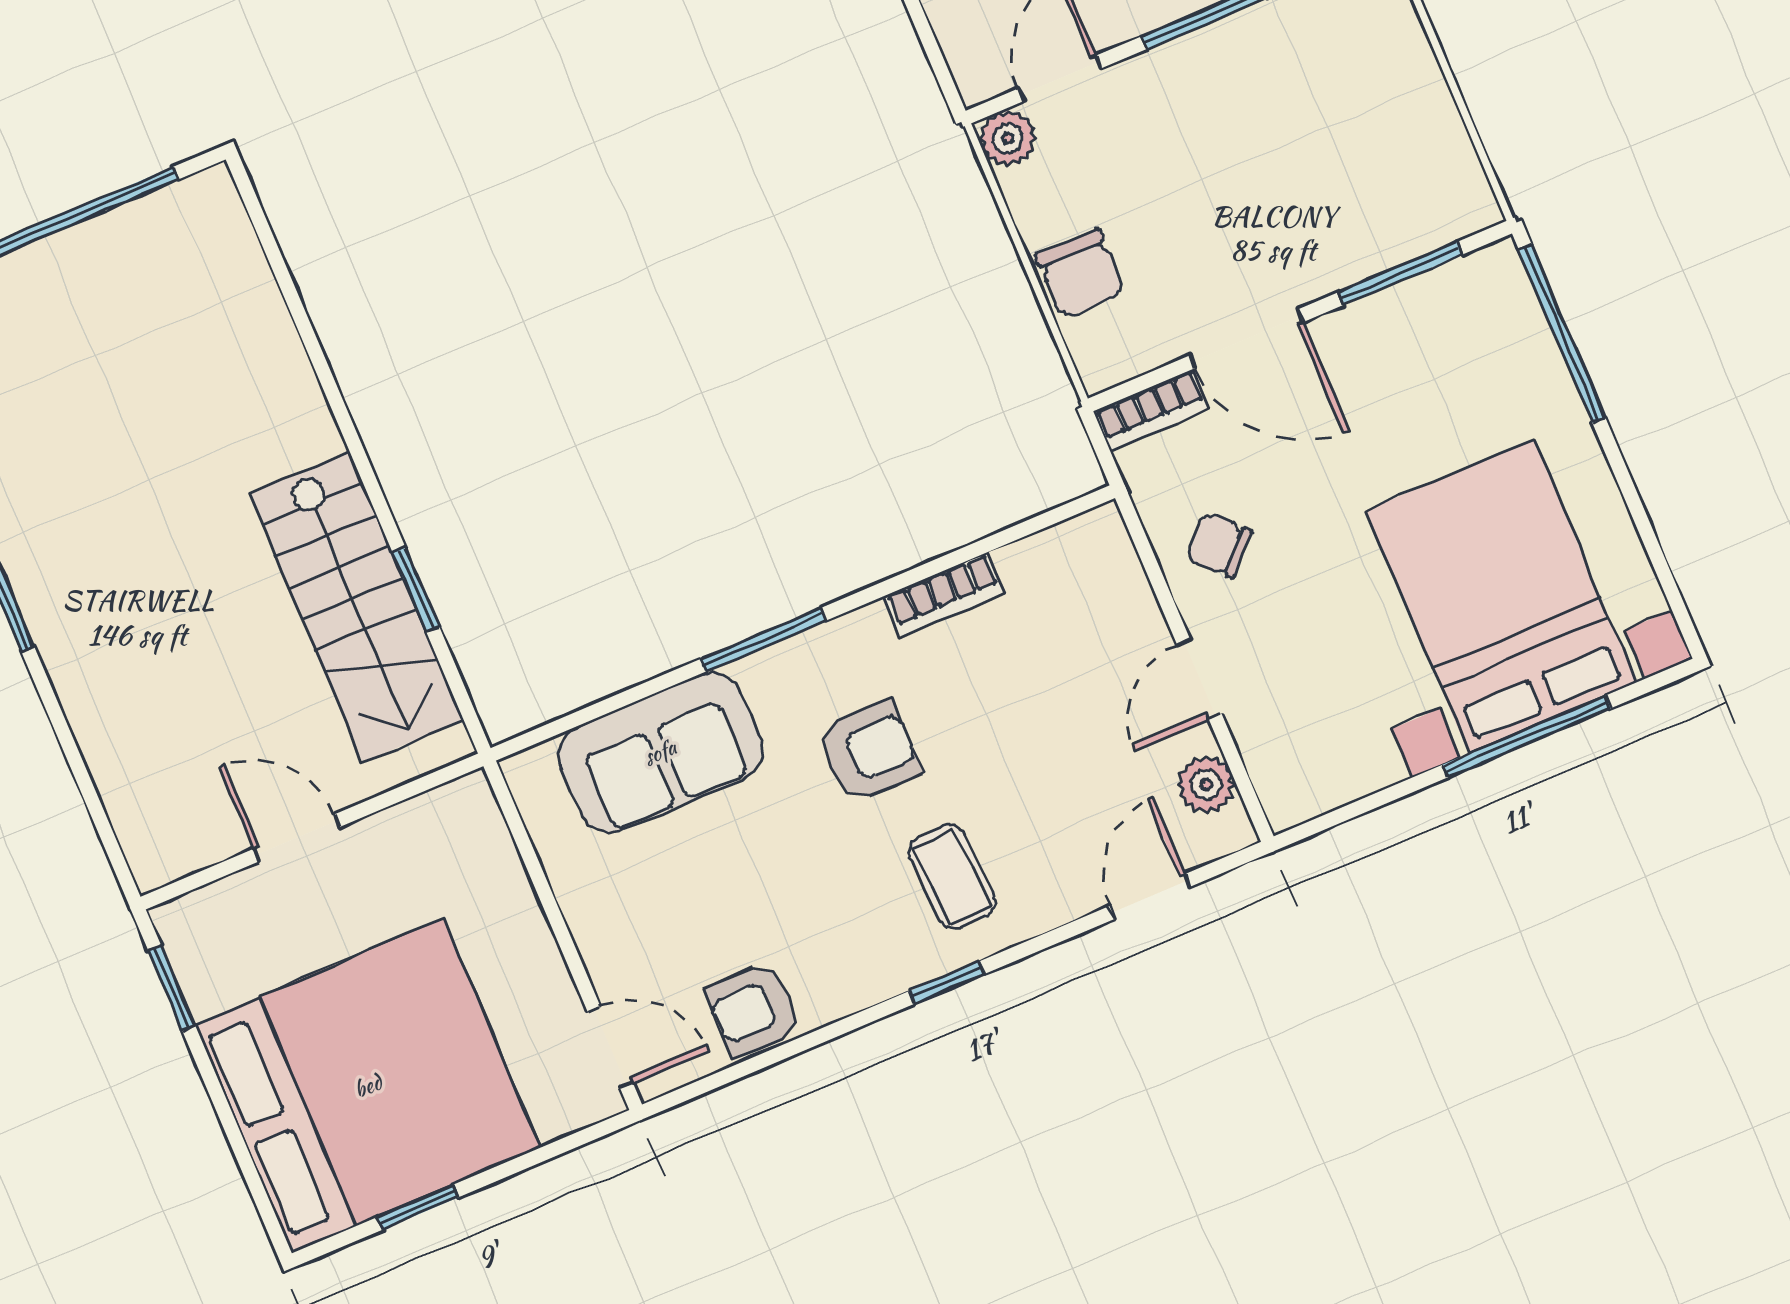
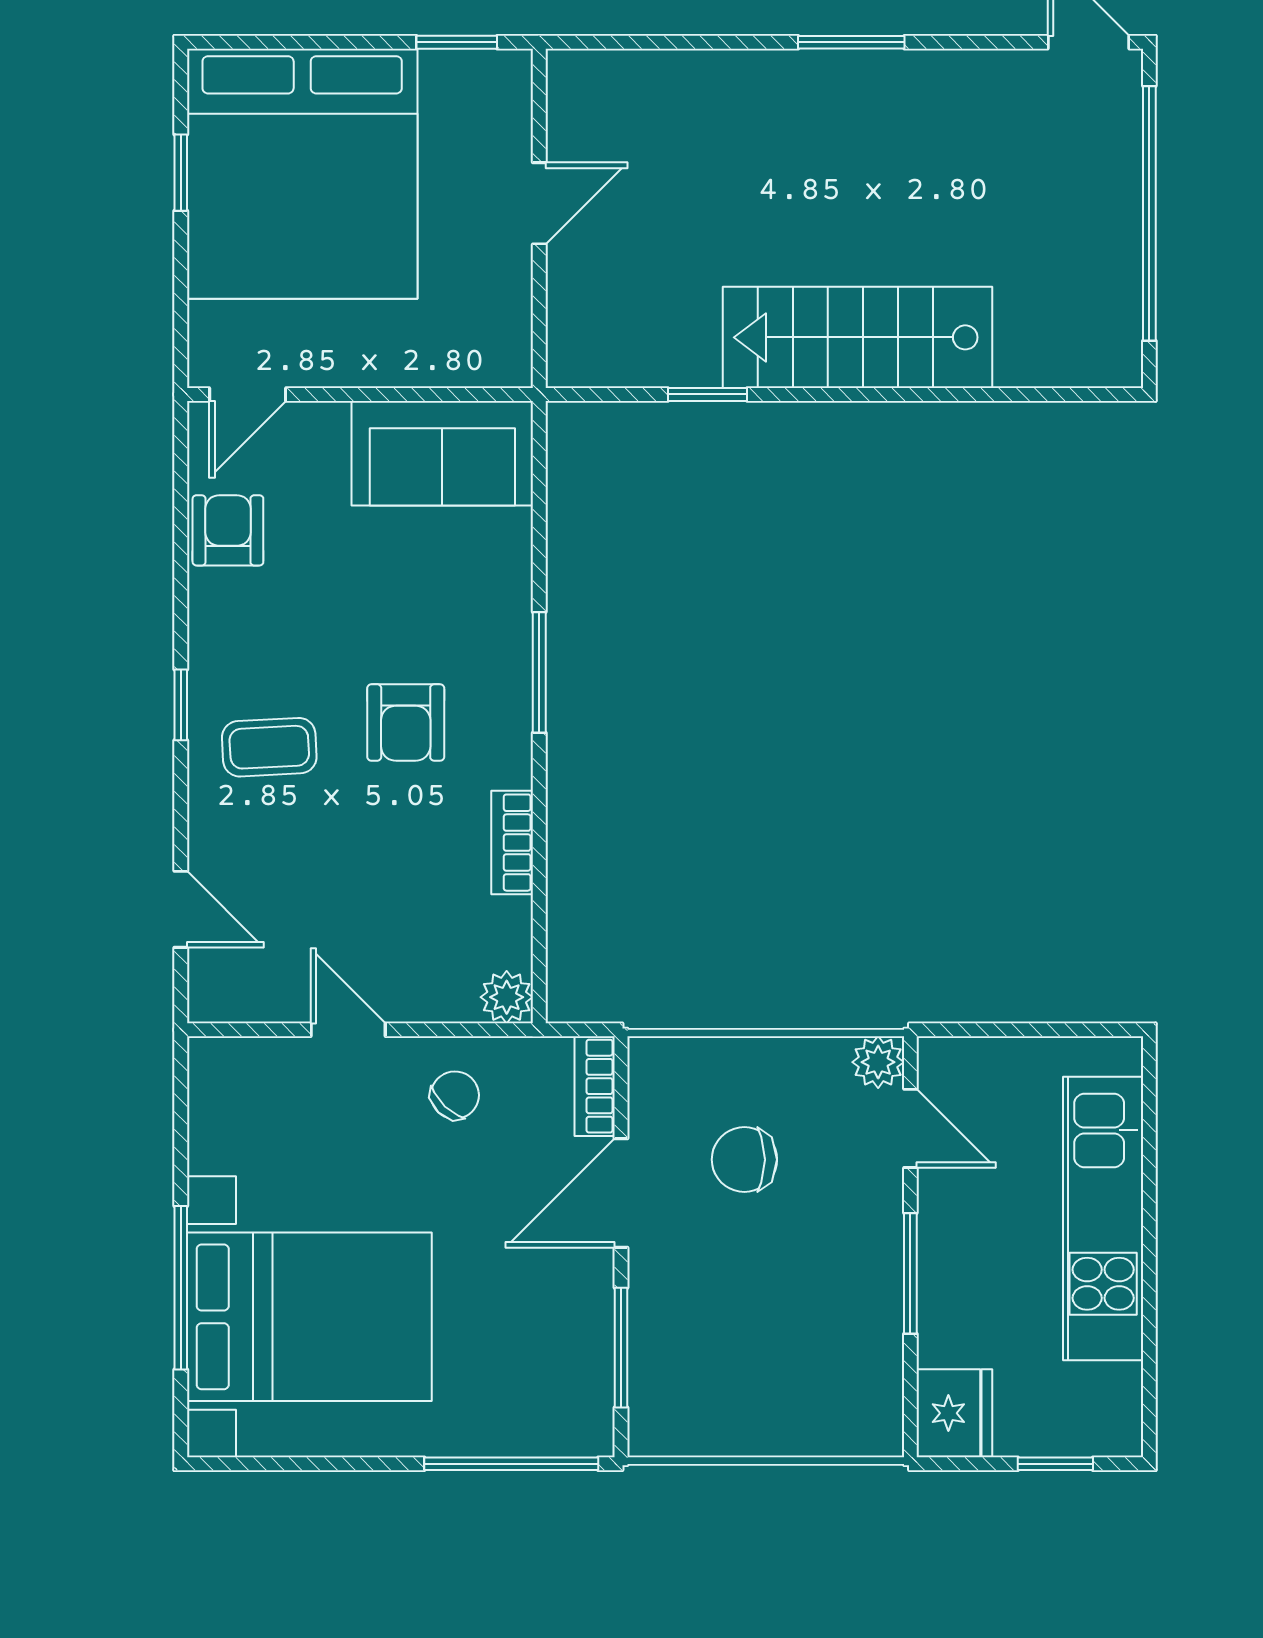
chair: (1080, 274) -> (744, 1160), moved
stairs: (356, 607) -> (857, 337), moved
sofa: (660, 752) -> (442, 453), moved, turned -90
plant: (1206, 785) -> (507, 997), moved

